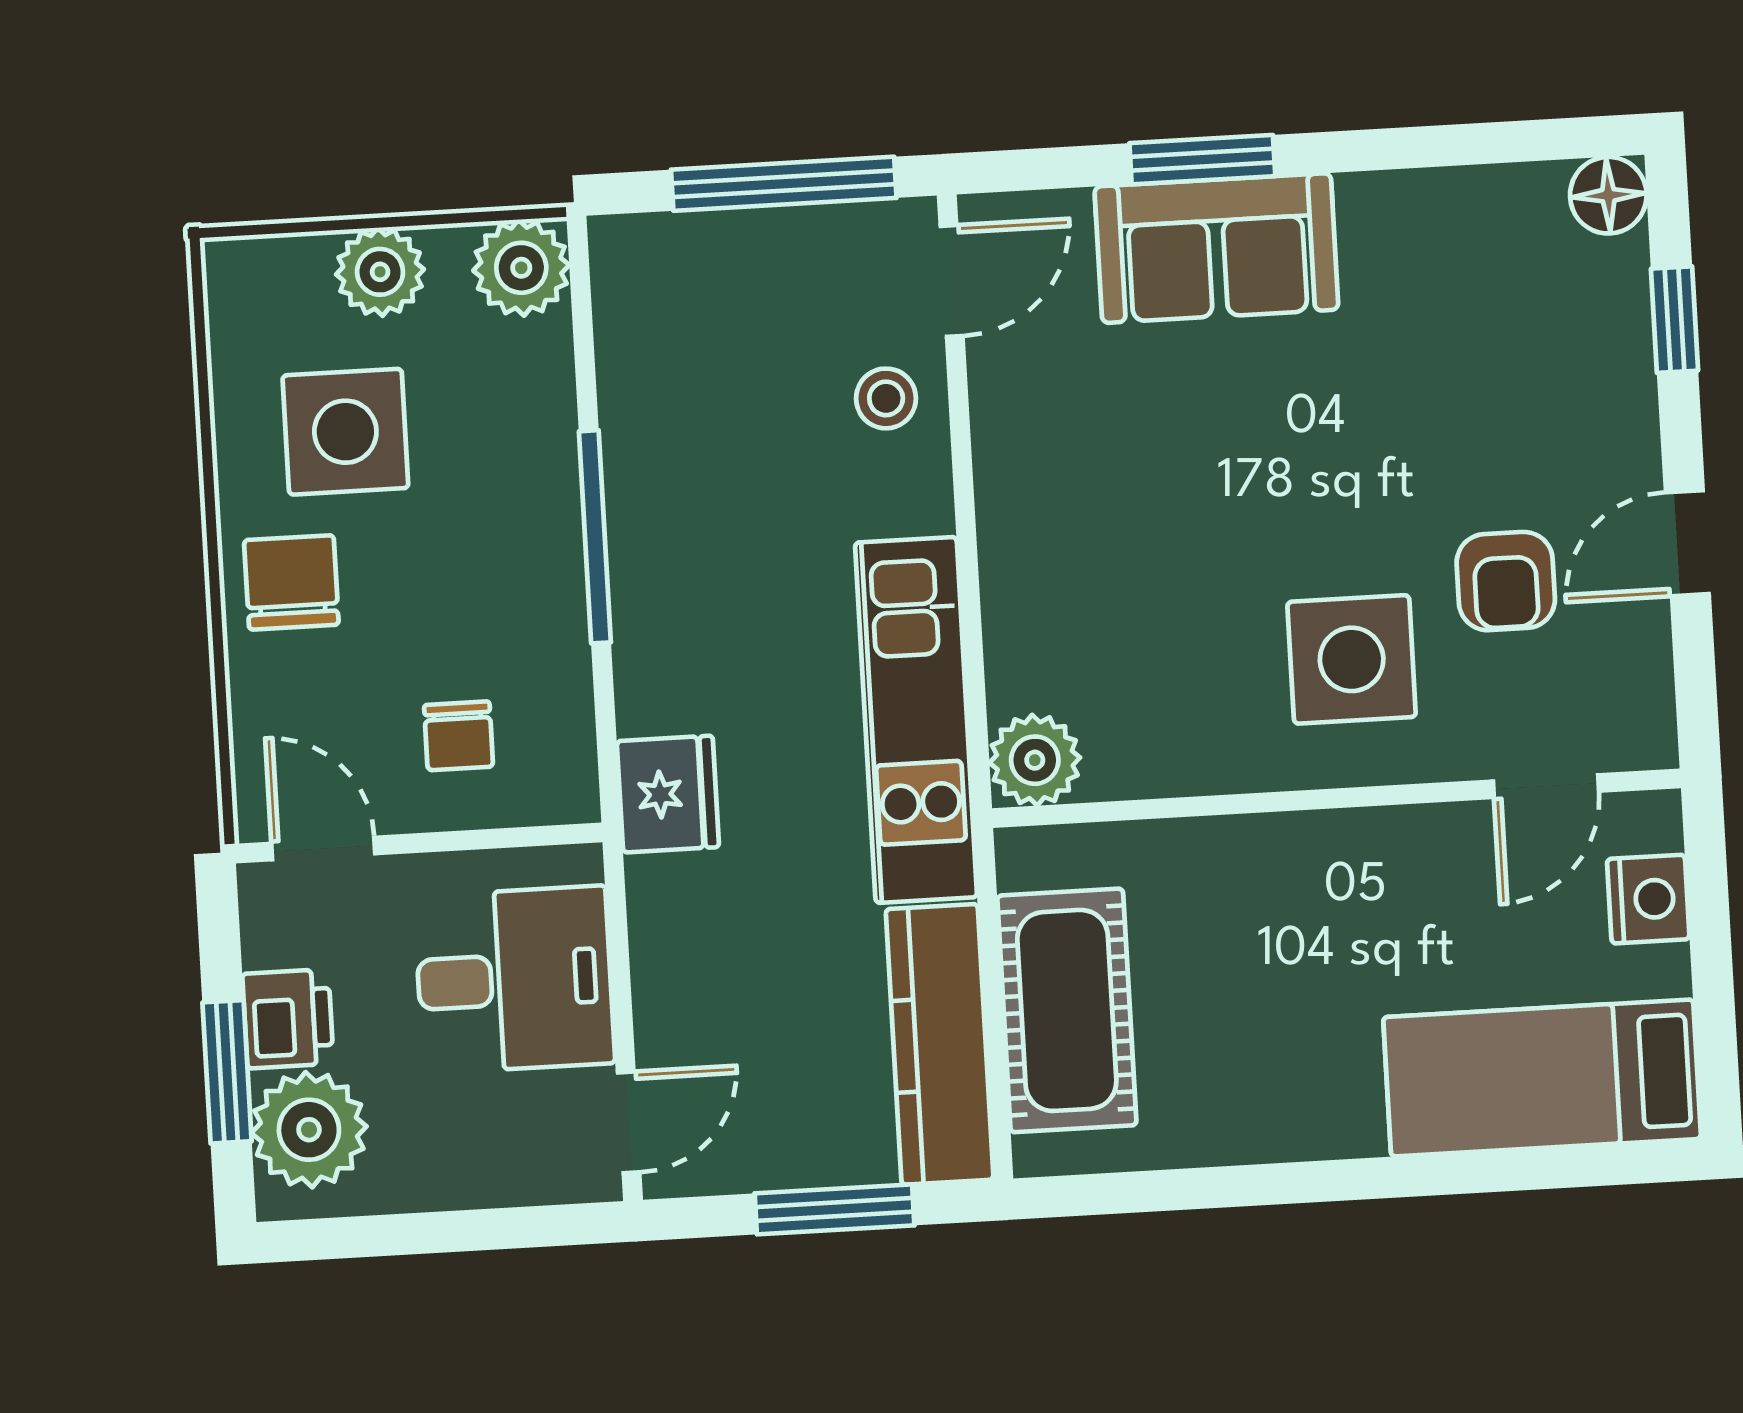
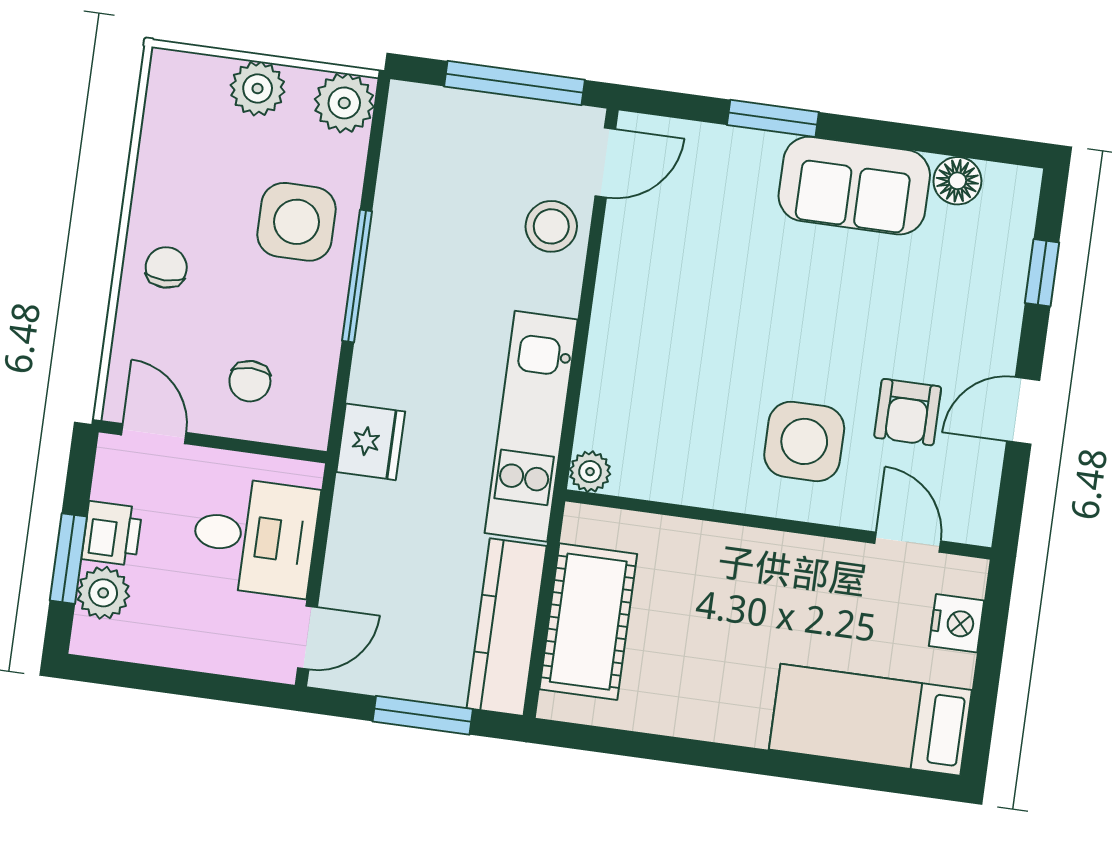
floor lamp: (1608, 195) -> (957, 181), moved
sofa: (1216, 248) -> (854, 186), moved
stool: (886, 398) -> (551, 226), width x1.37, depth x1.37
side table: (345, 432) -> (297, 222), moved
chair: (291, 582) -> (166, 267), width x0.73, depth x0.73
plant: (1035, 760) -> (590, 472), width x0.73, depth x0.73
door: (1546, 786) -> (908, 542), swing flipped
plant: (309, 1130) -> (103, 593), width x0.73, depth x0.73

